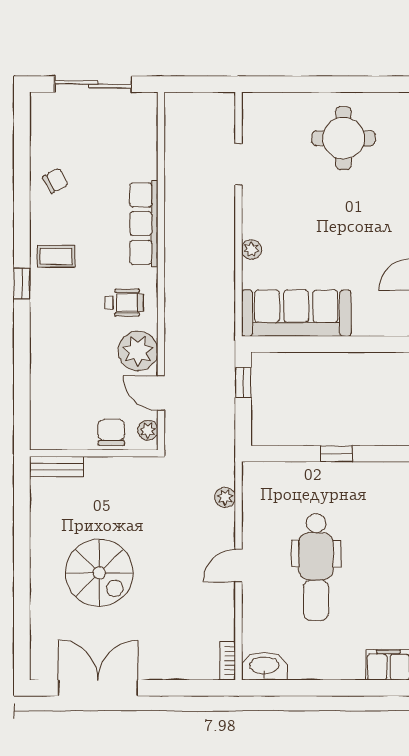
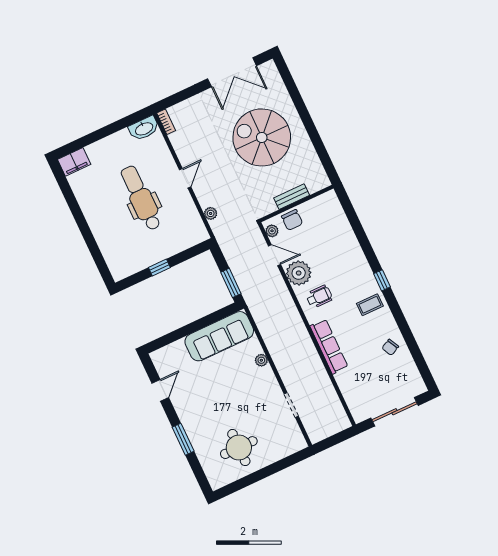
wheelchair: (124, 303) -> (319, 297), turned 180
window: (243, 383) -> (231, 283), width x1.50
bench: (57, 467) -> (292, 197), moved
spiral stairs: (99, 573) -> (262, 137), width x1.37, depth x1.37

